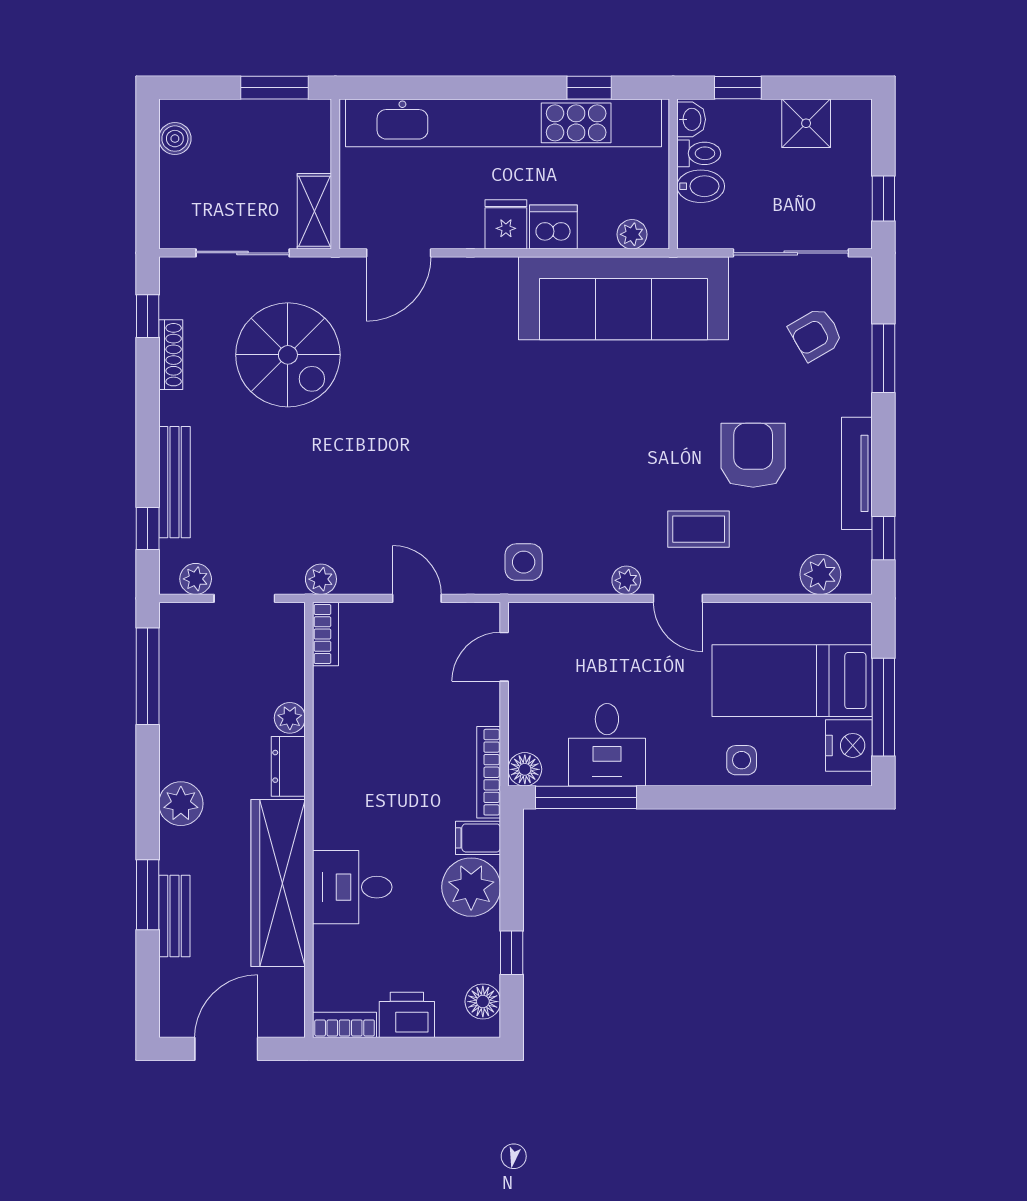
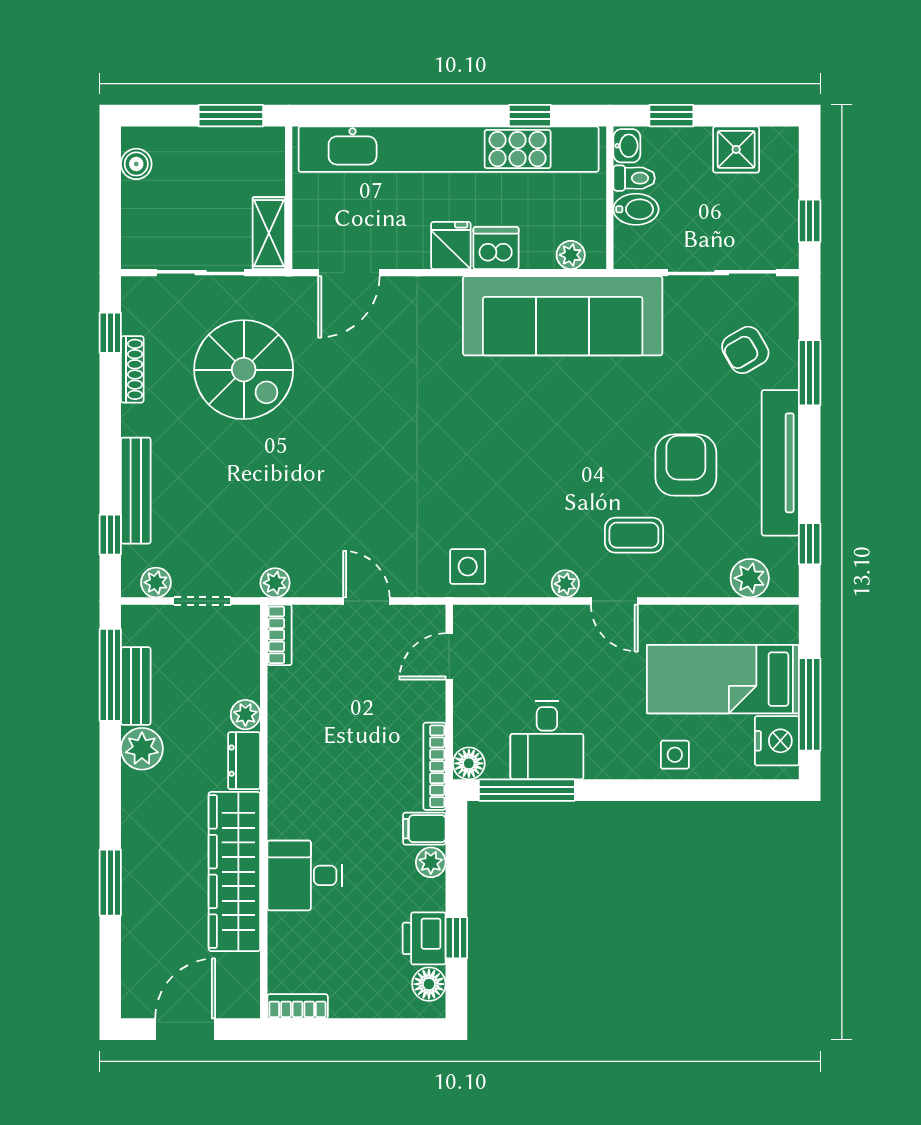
tv unit: (857, 473) -> (780, 463), width x1.36, depth x1.29
plant: (181, 804) -> (142, 749), moved
plant: (471, 887) -> (431, 862), width x0.53, depth x0.53
bench: (174, 916) -> (136, 686), moved
printer: (407, 1015) -> (424, 938), moved, turned -90

